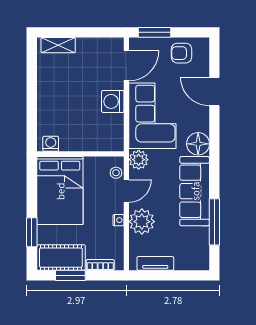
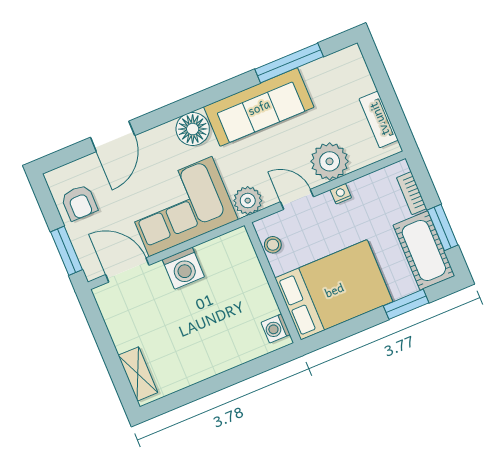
stool: (116, 173) -> (273, 245), moved

